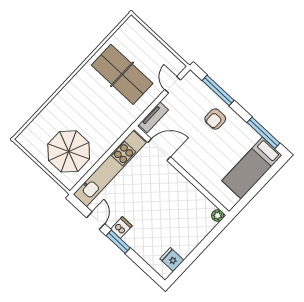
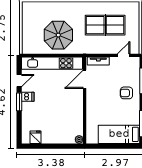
table tennis table: (122, 74) -> (105, 25), turned 90
door: (159, 150) -> (85, 79), swing flipped
parasol: (69, 151) -> (58, 35), moved

